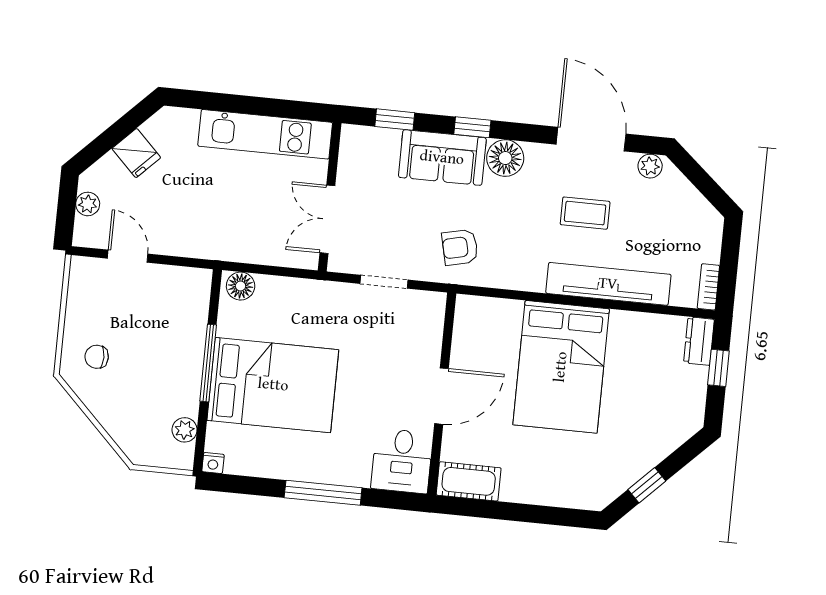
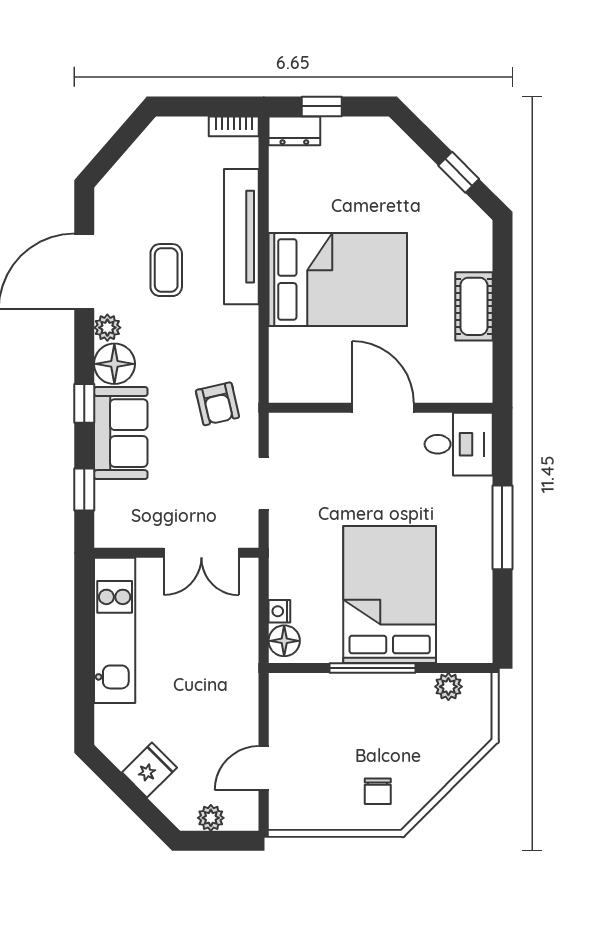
plant: (650, 166) -> (107, 328), moved
nightstand: (213, 463) -> (279, 611), moved, turned 180
cot: (469, 481) -> (474, 306), moved

